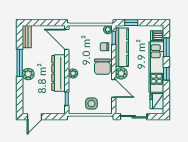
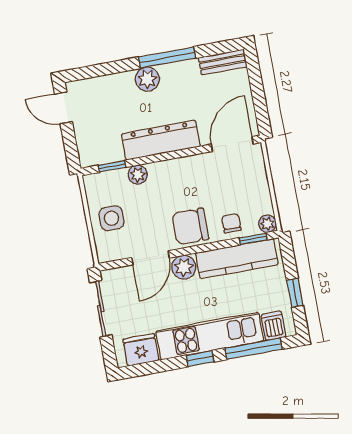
window: (131, 23) -> (295, 293), moved
window: (166, 47) -> (254, 349), width x1.44
plant: (73, 73) -> (138, 175), moved

